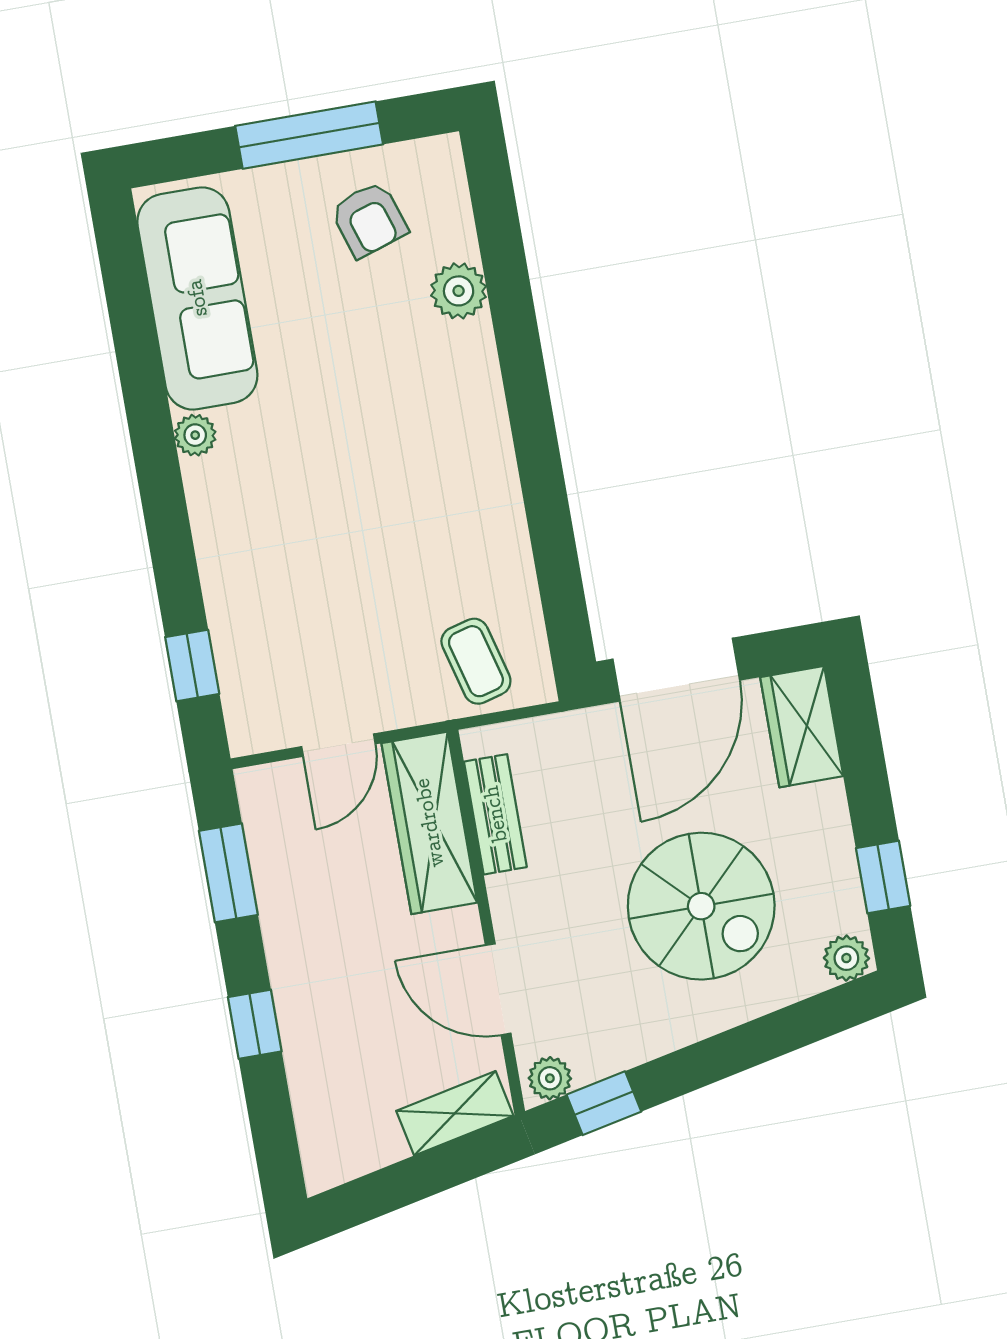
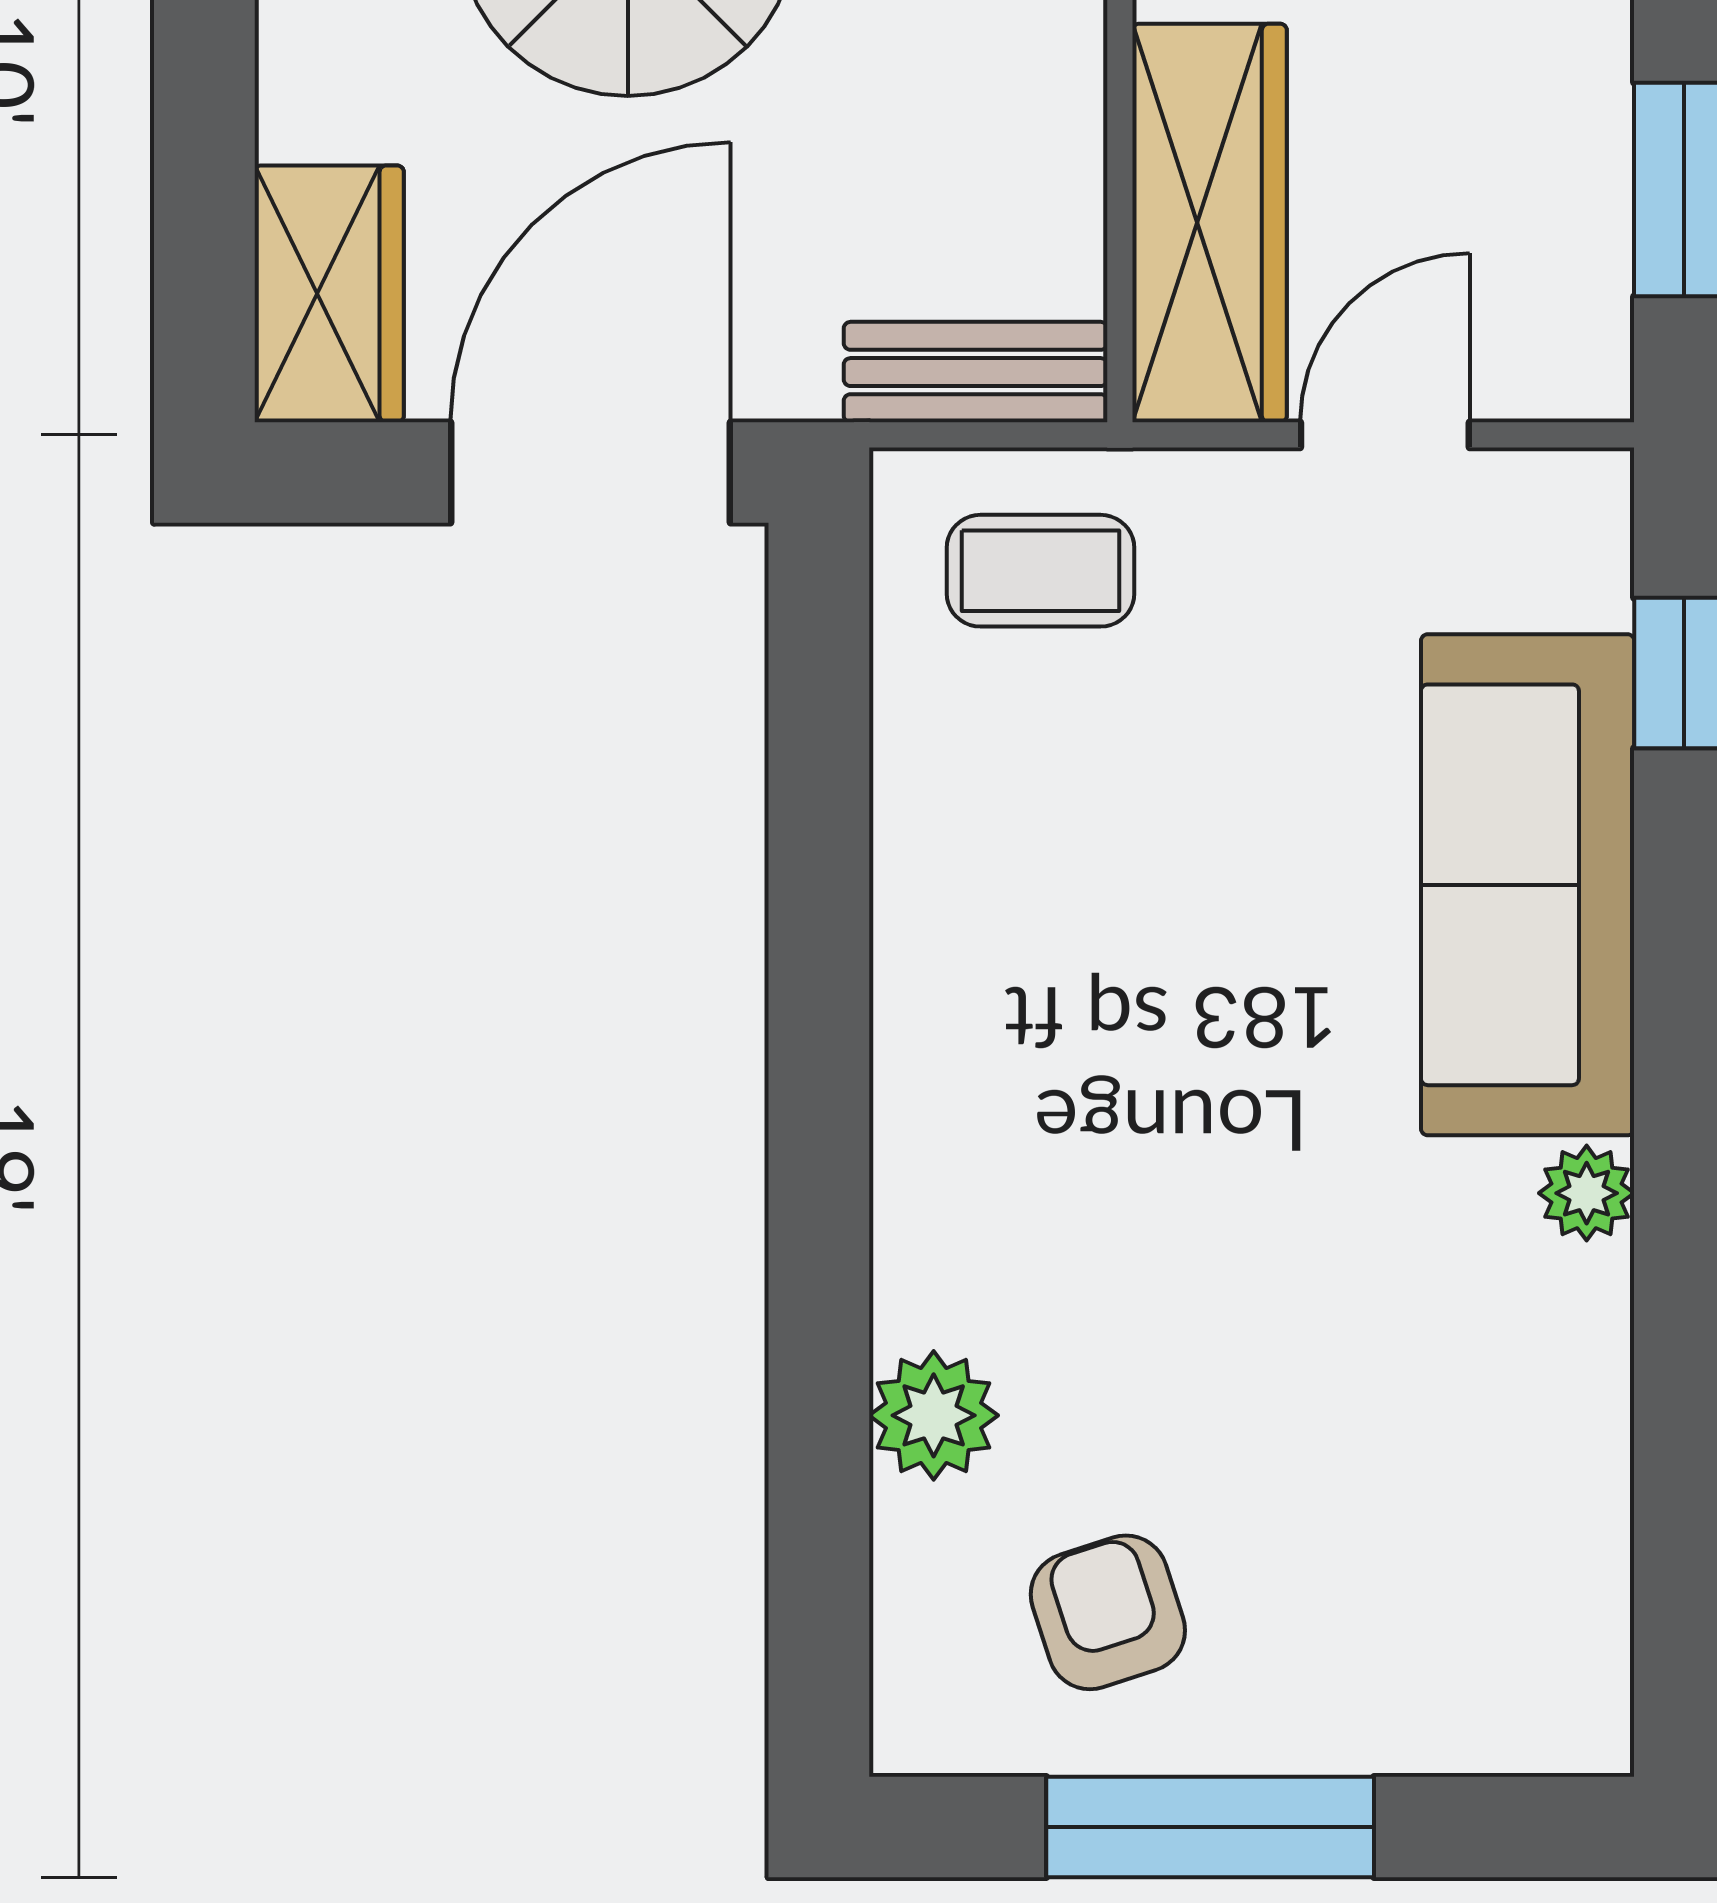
sofa: (197, 298) -> (1528, 885), moved
coffee table: (476, 661) -> (1040, 571), turned -75
bench: (495, 814) -> (976, 372), moved, turned 90

